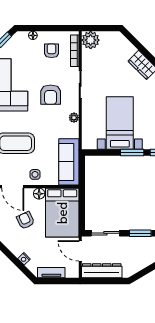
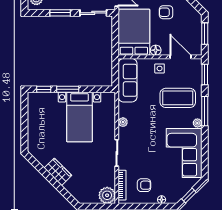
armchair: (52, 51) -> (144, 185), turned -90
armchair: (51, 95) -> (145, 144), removed
armchair: (25, 220) -> (166, 12), moved, turned 115

